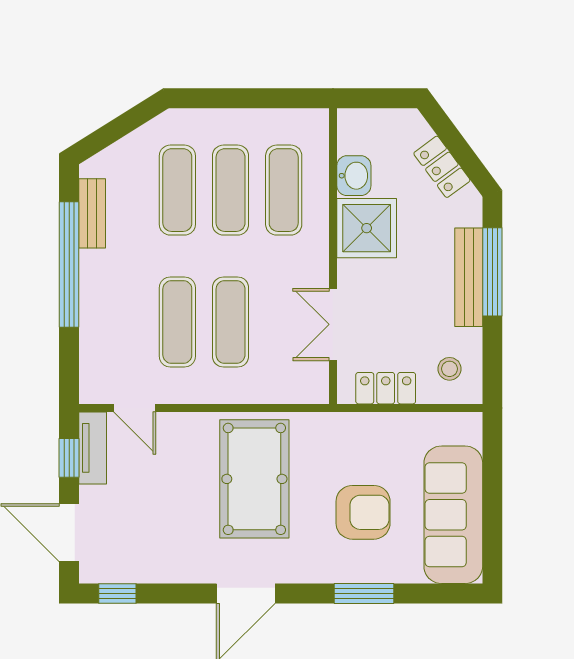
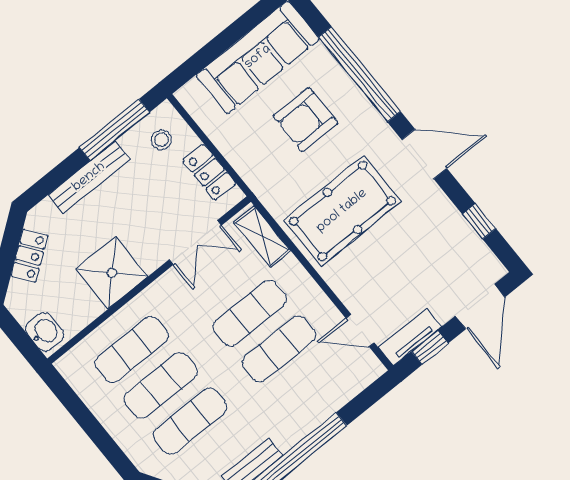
washbasin: (354, 176) -> (45, 332), moved, turned 90
window: (492, 272) -> (114, 130), moved
shelving: (290, 389) -> (262, 237), added
door: (135, 408) -> (360, 331), swing flipped
armchair: (363, 512) -> (305, 119), turned -90
window: (117, 593) -> (479, 221), moved
window: (364, 593) -> (360, 74), width x2.11

